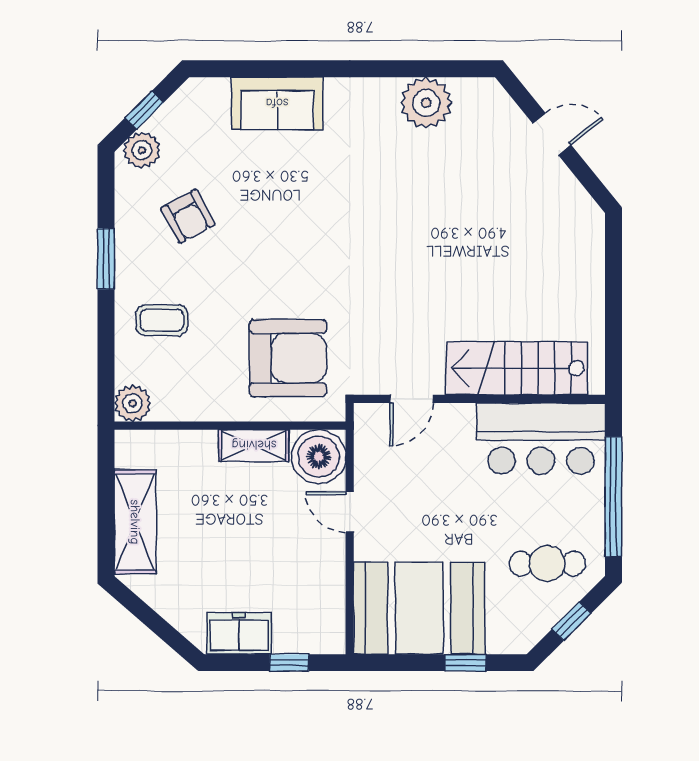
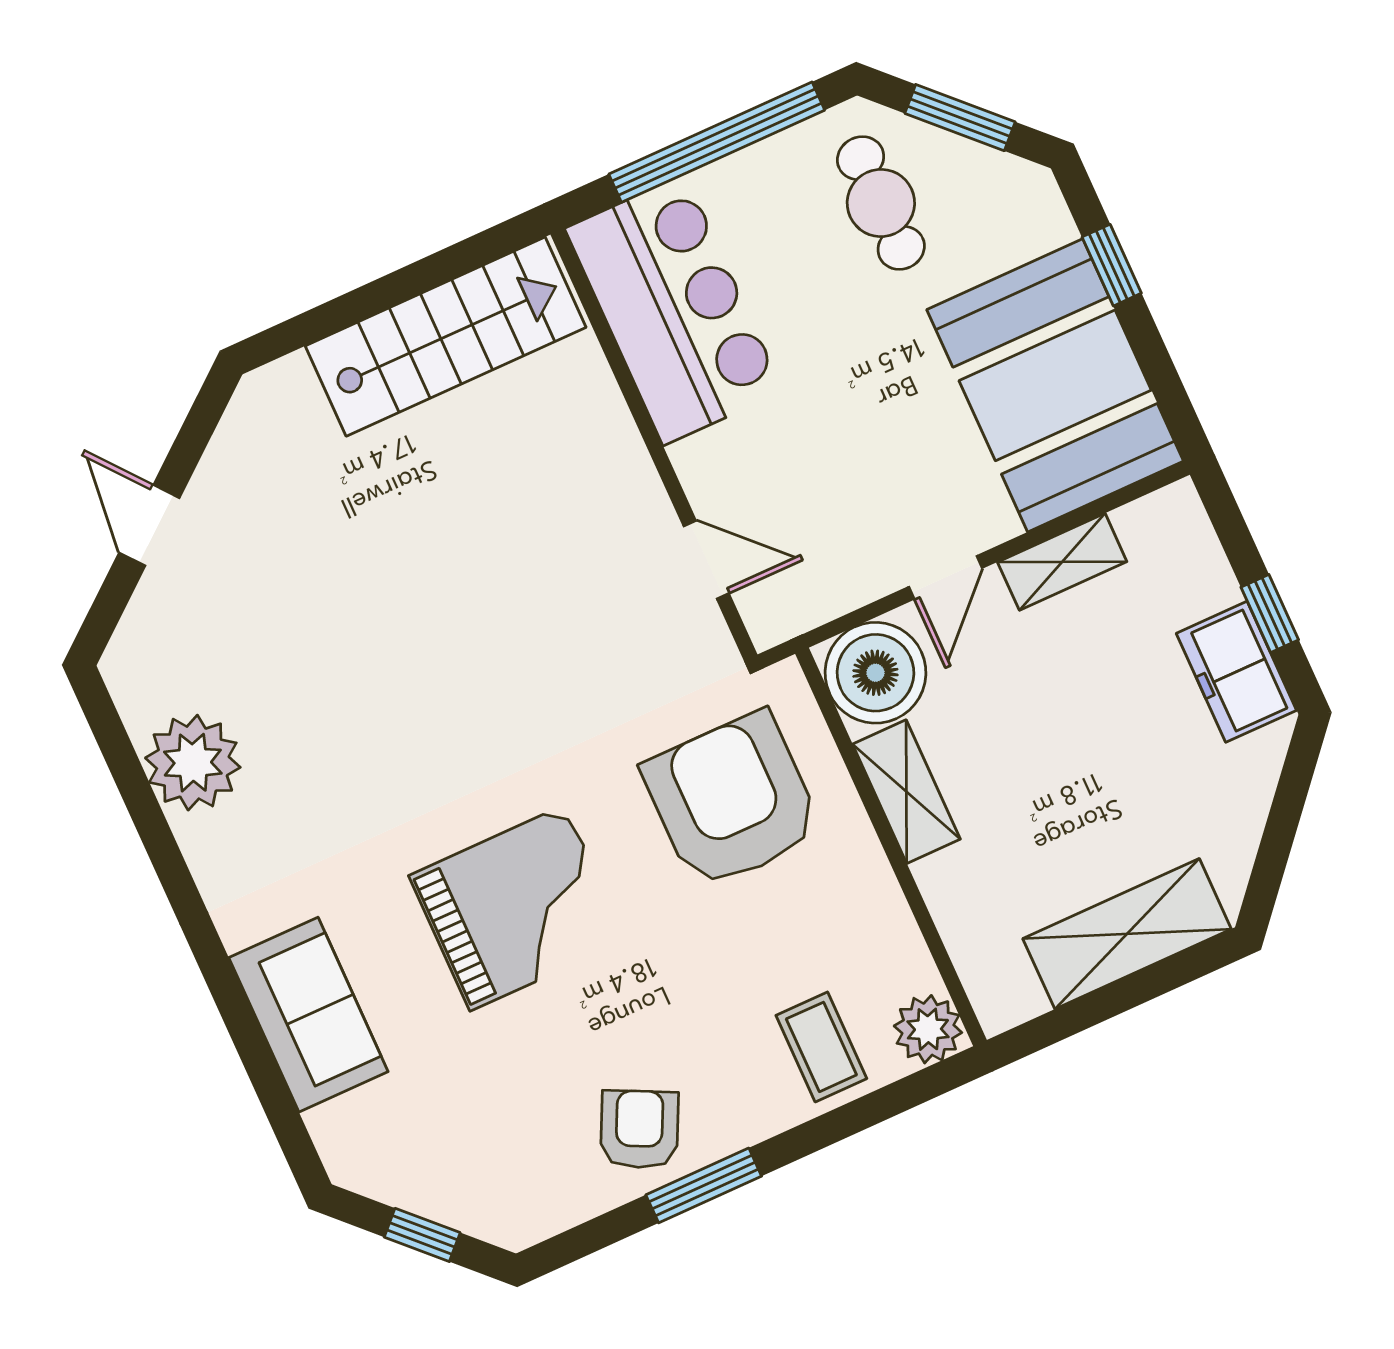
plant: (142, 150) -> (492, 1208), removed
armchair: (188, 216) -> (639, 1129), moved, turned -36
grand piano: (283, 229) -> (518, 908), added
coffee table: (162, 320) -> (821, 1047), moved
stairs: (517, 368) -> (446, 337), moved, turned -90
shelving: (331, 573) -> (1062, 562), added
window: (572, 621) -> (960, 118), width x1.50
window: (289, 663) -> (1270, 613), moved

